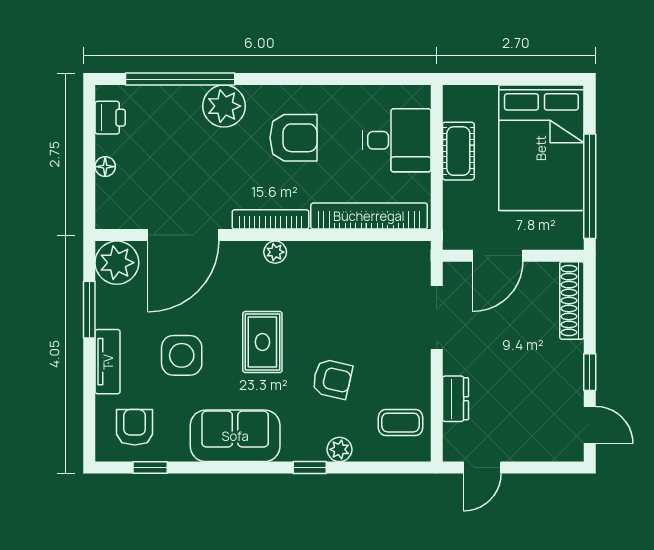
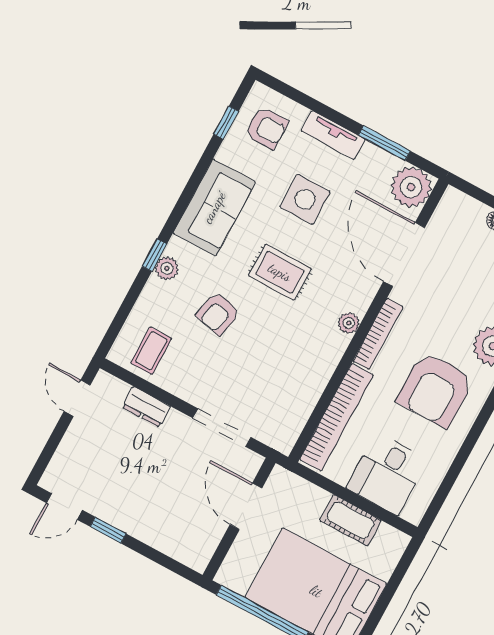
armchair: (293, 138) -> (435, 390), width x1.36, depth x1.36
shoe rack: (572, 301) -> (176, 547), removed
plant: (339, 449) -> (167, 268), moved

